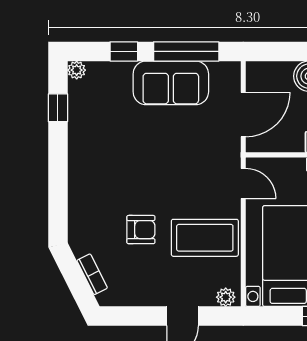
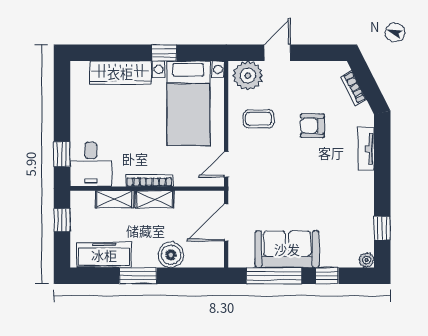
door: (243, 184) -> (226, 164), hinge flipped
tv unit: (77, 202) -> (366, 149), added
coffee table: (205, 238) -> (258, 119), width x0.54, depth x0.58
plant: (226, 297) -> (248, 76), width x1.88, depth x1.88

